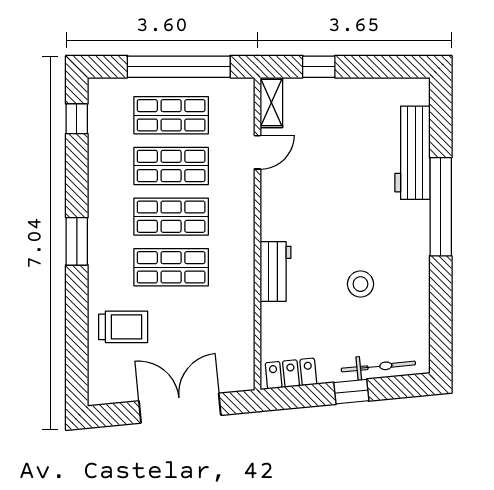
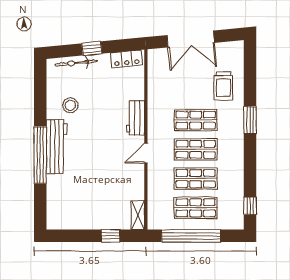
door: (257, 152) -> (146, 153), moved
workbench: (413, 153) -> (56, 147), moved
window: (77, 241) -> (250, 120), moved
stool: (360, 284) -> (70, 105), moved
trolley: (123, 327) -> (223, 86), turned -90

